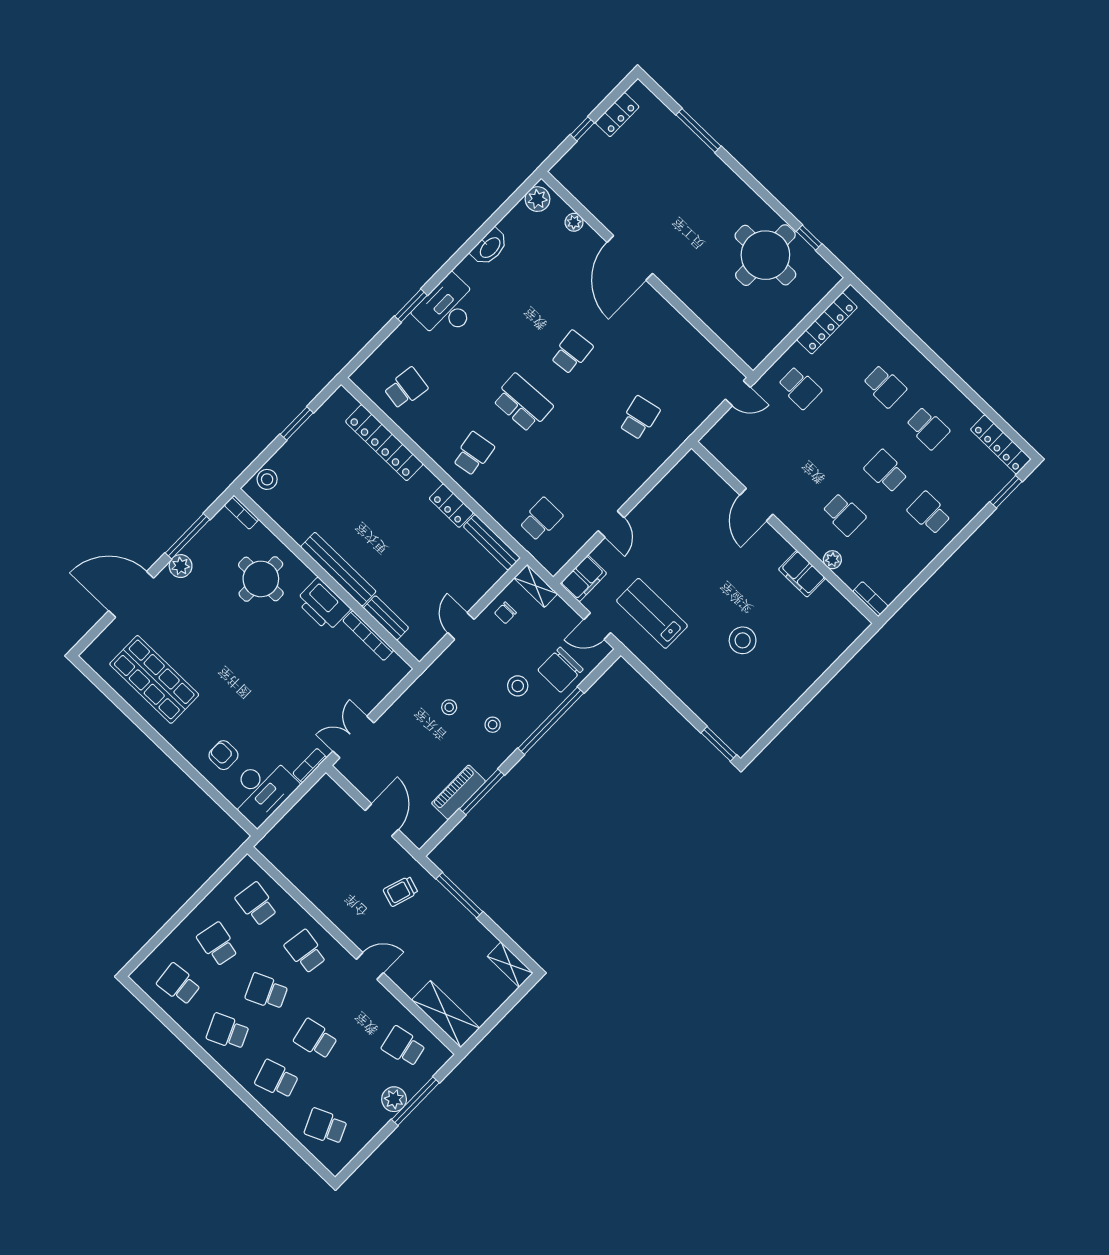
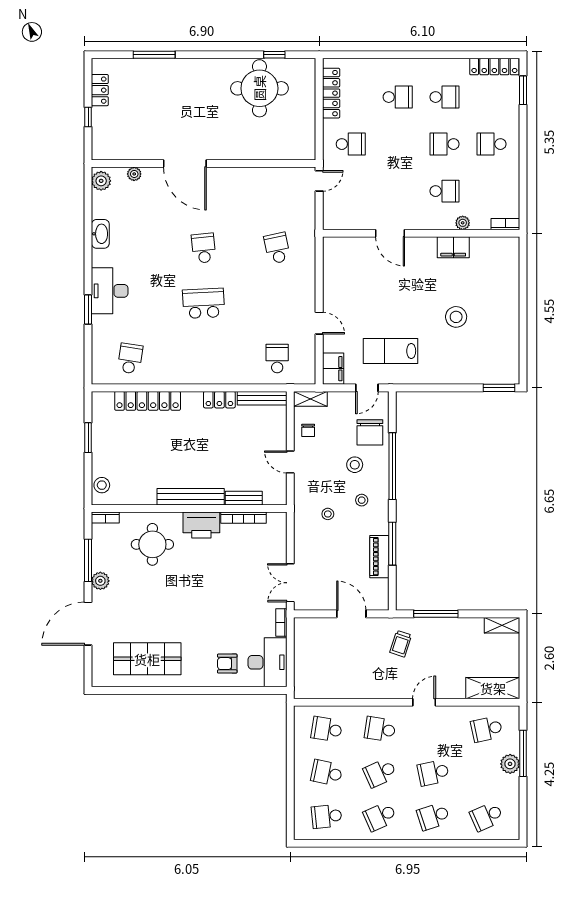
school desk: (473, 454) -> (204, 359), removed

